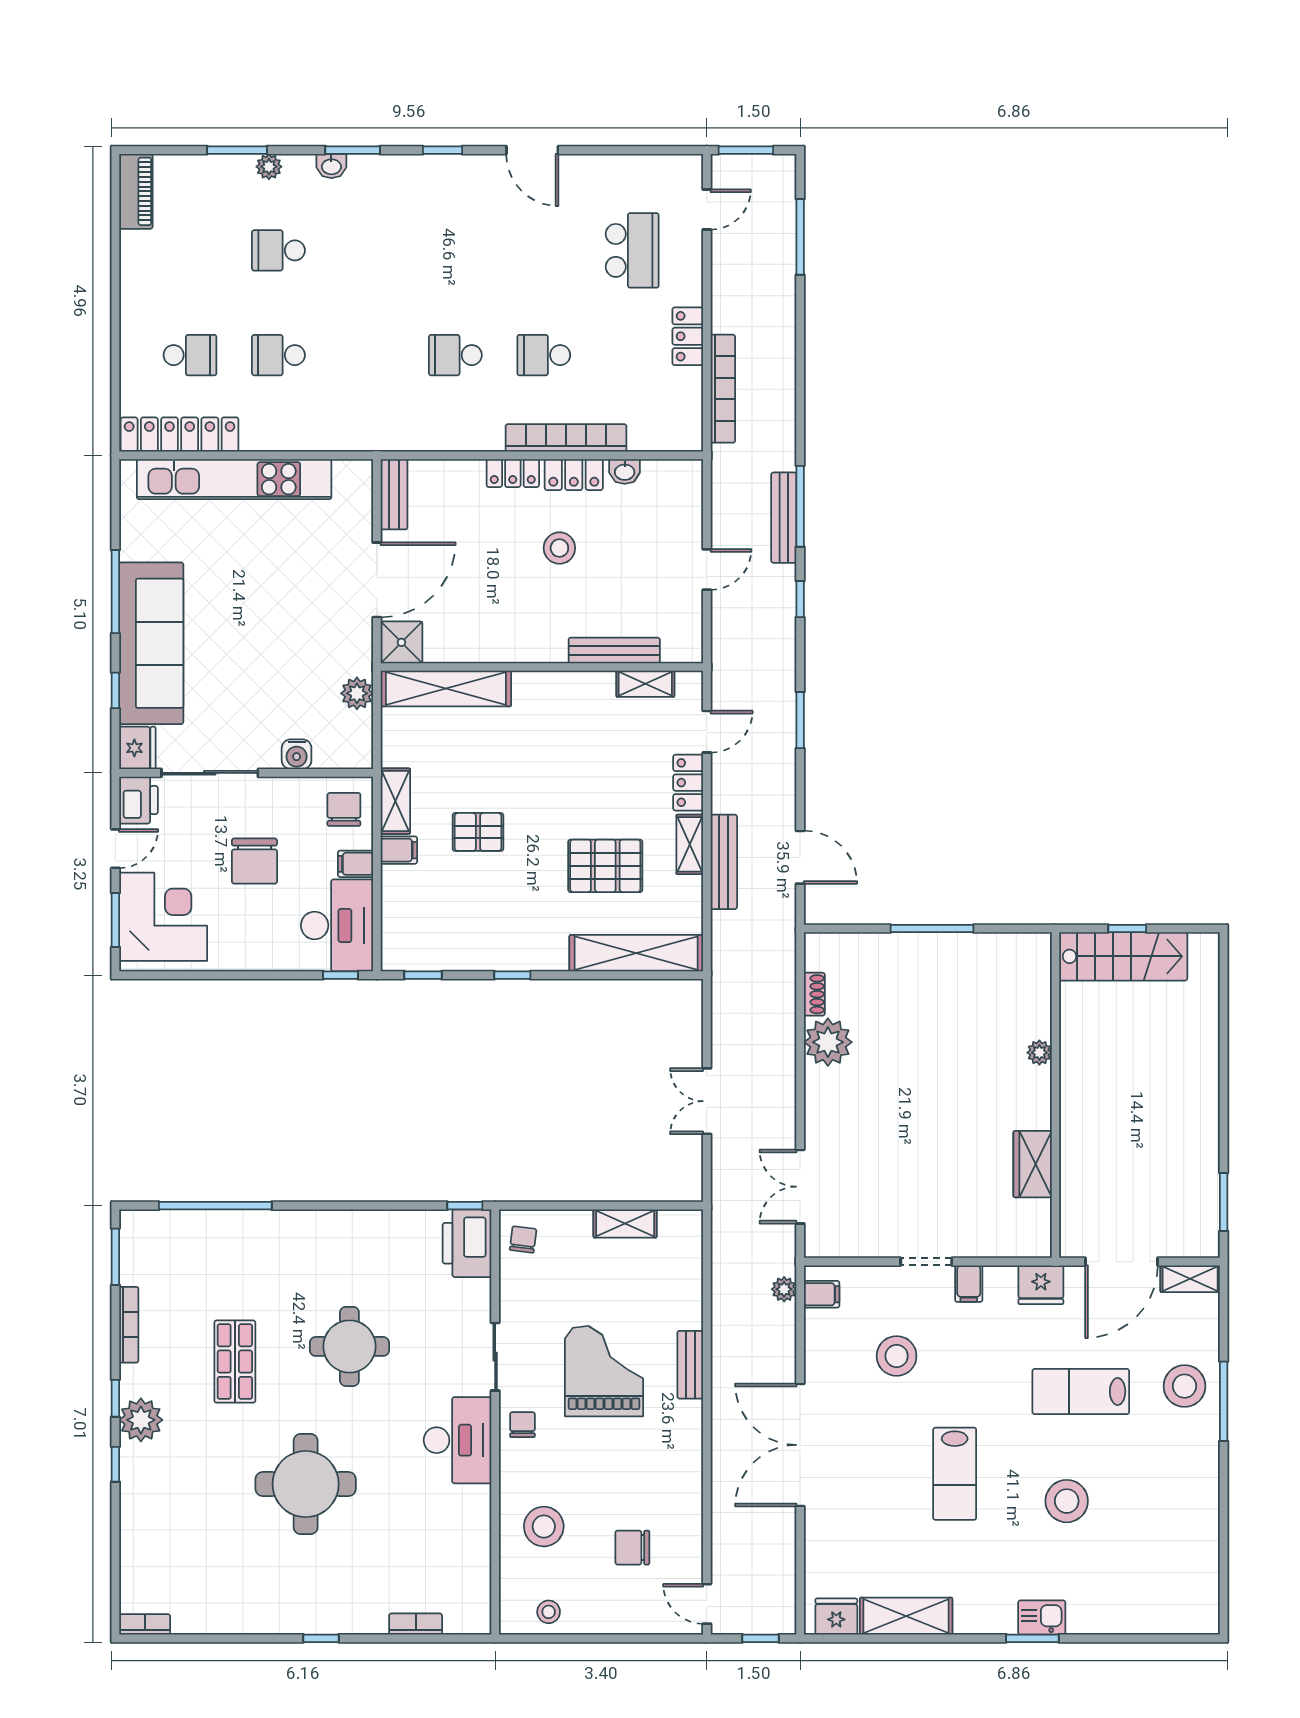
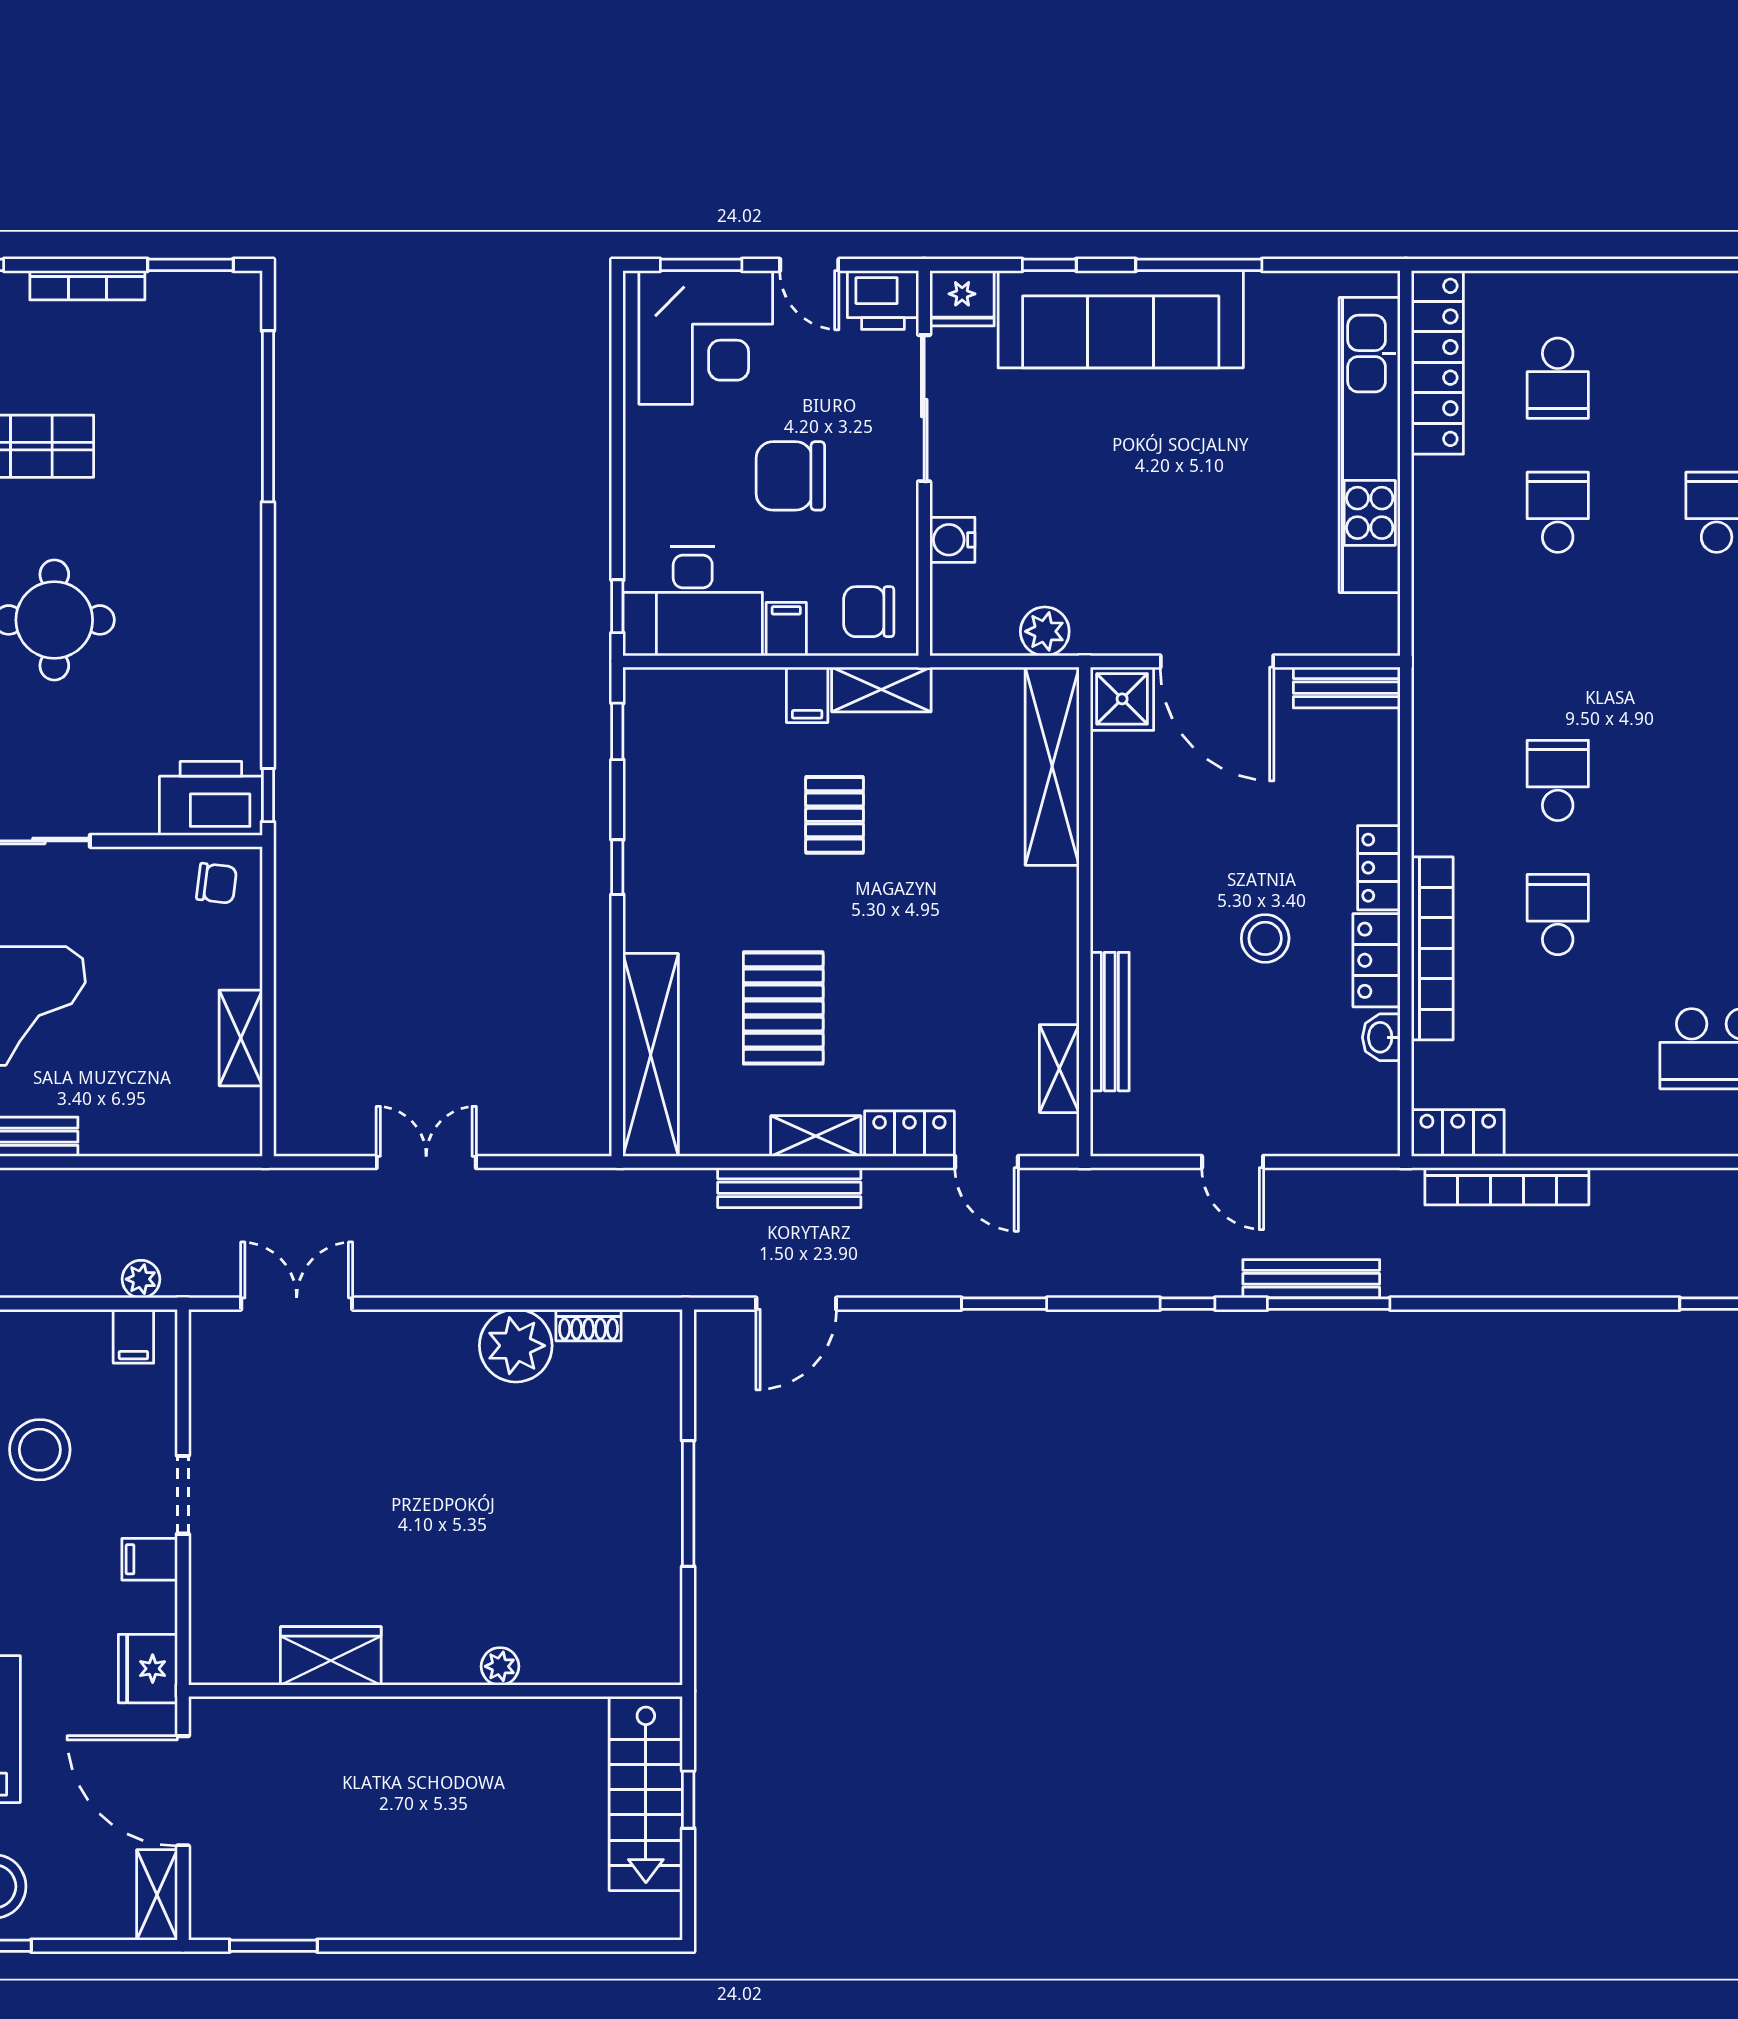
locker: (688, 336) -> (1458, 1133), moved
chair: (344, 809) -> (869, 612), turned 180

